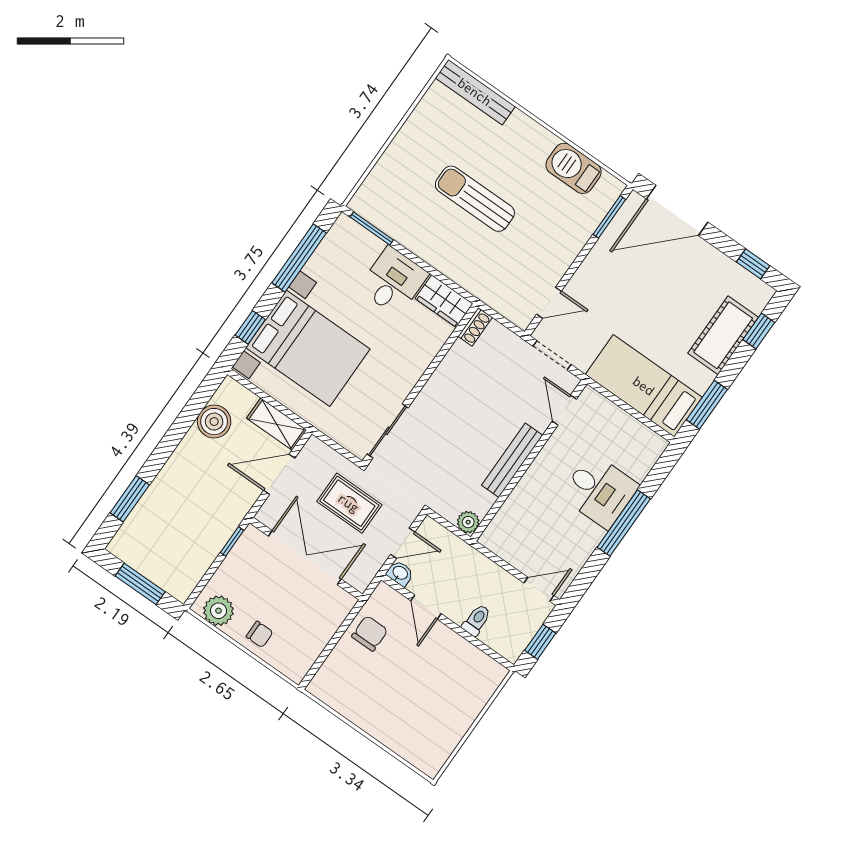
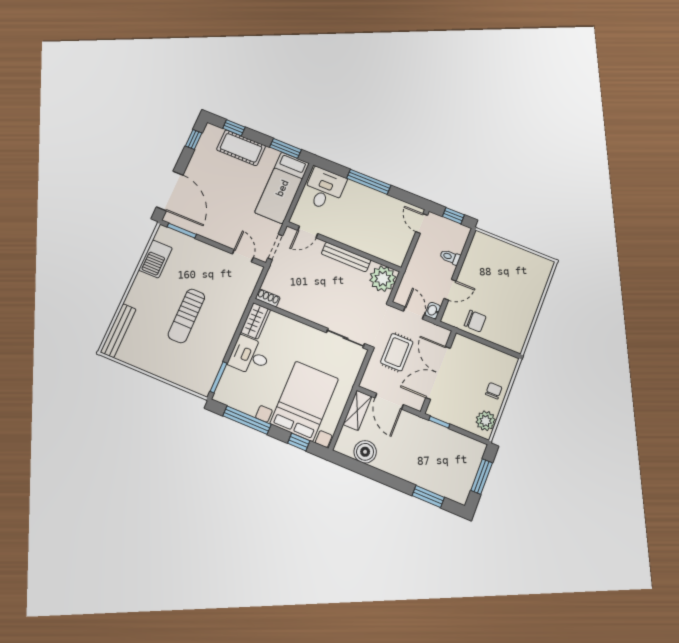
desk: (599, 491) -> (324, 189), moved
plant: (468, 522) -> (383, 279), width x1.87, depth x1.87
chair: (370, 633) -> (475, 321), turned 180

